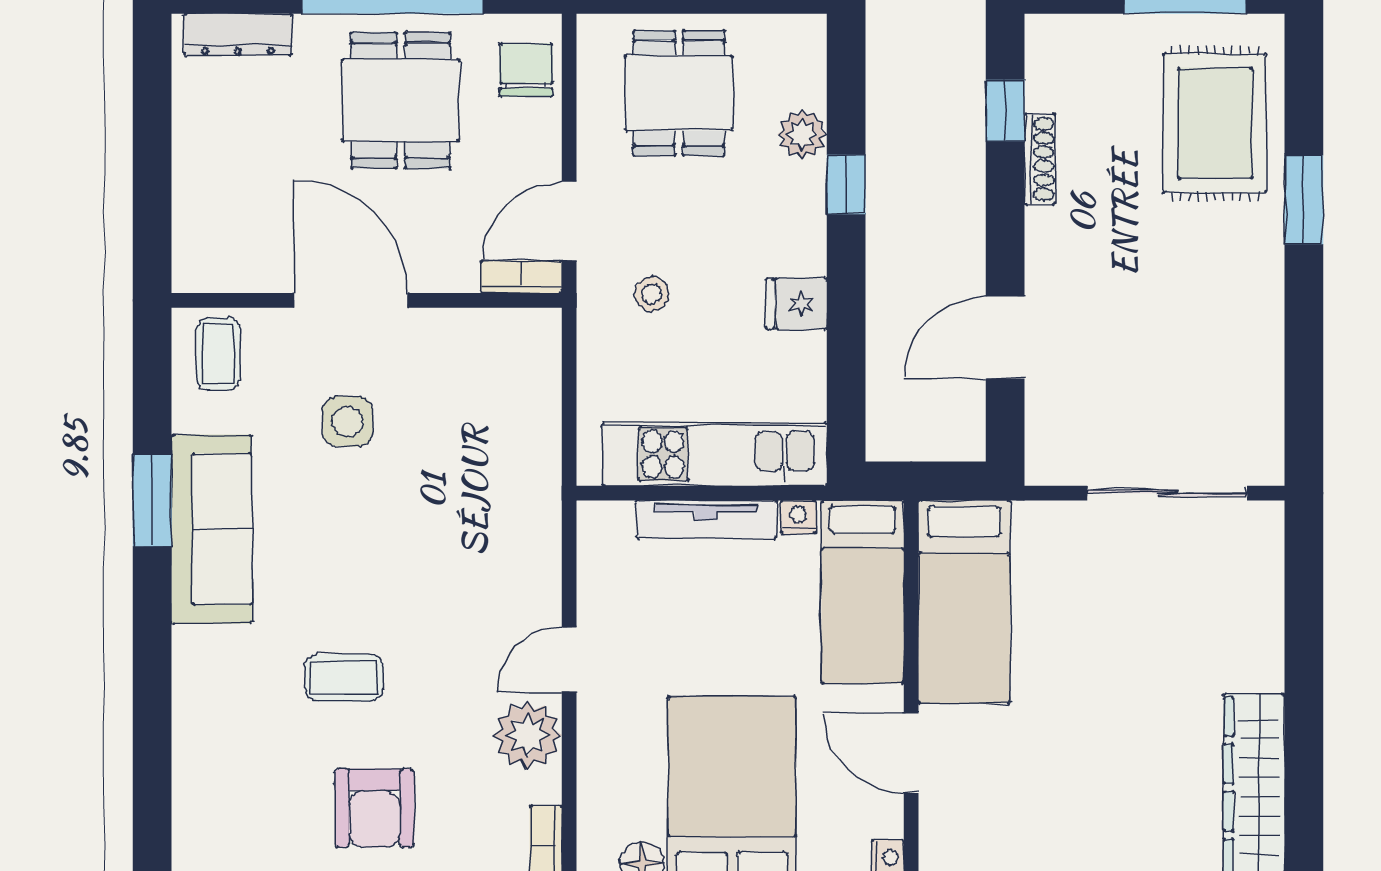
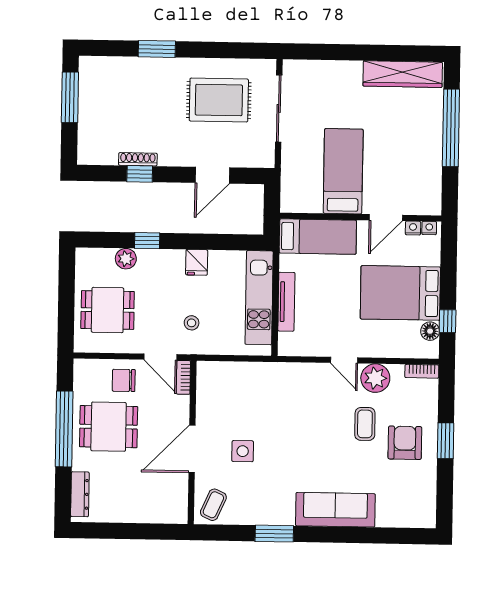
chair: (526, 70) -> (124, 380), moved
window: (1005, 111) -> (140, 174), moved
rug: (1215, 123) -> (219, 100), moved
door: (1005, 338) -> (212, 175), hinge flipped
coffee table: (219, 354) -> (213, 505), turned -66
nightstand: (798, 517) -> (413, 228), moved, turned 90
sofa: (212, 529) -> (335, 510), moved
bed: (964, 602) -> (343, 171), moved, turned -90
coffee table: (344, 678) -> (365, 424), moved
armchair: (375, 808) -> (405, 443), turned -90

